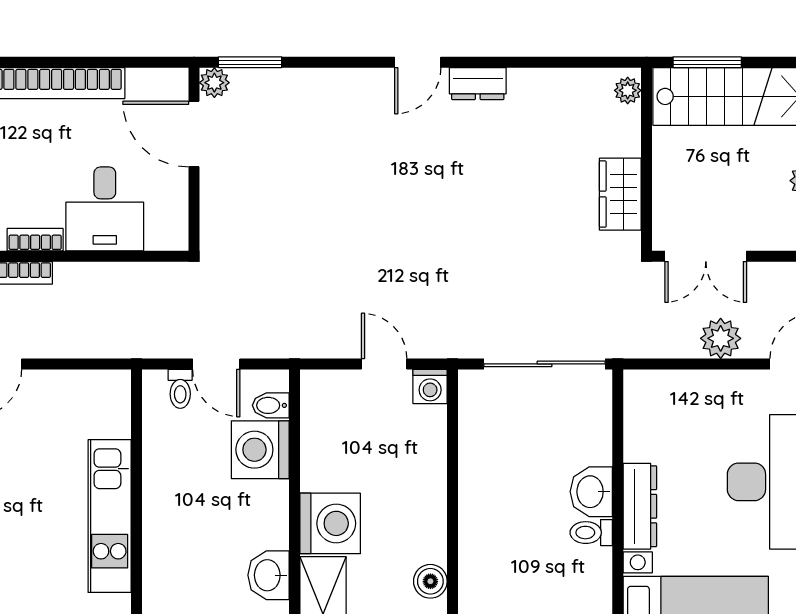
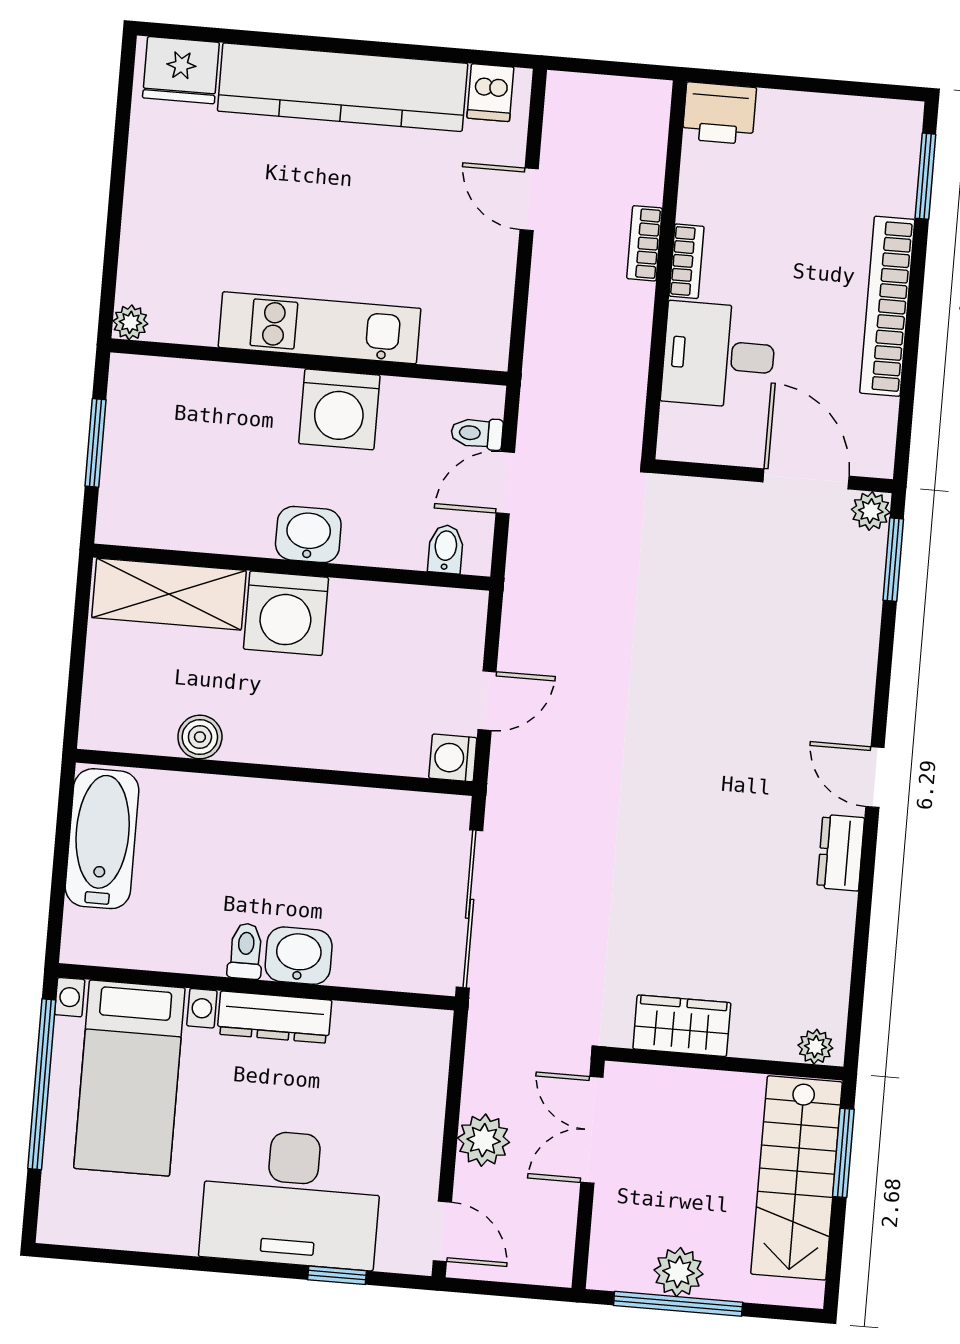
door: (194, 134) -> (806, 479), hinge flipped
washing machine: (260, 450) -> (339, 409), moved, turned 180
washbasin: (268, 575) -> (308, 535), moved

